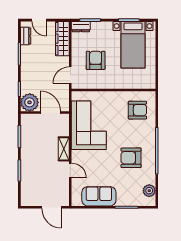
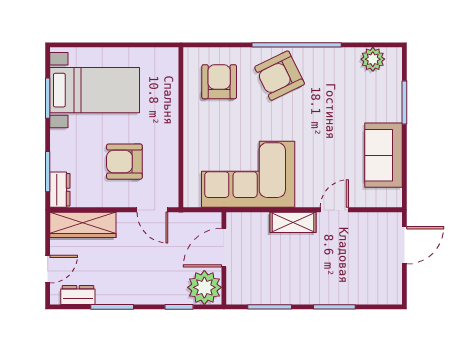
armchair: (131, 158) -> (280, 76), moved, turned 64

